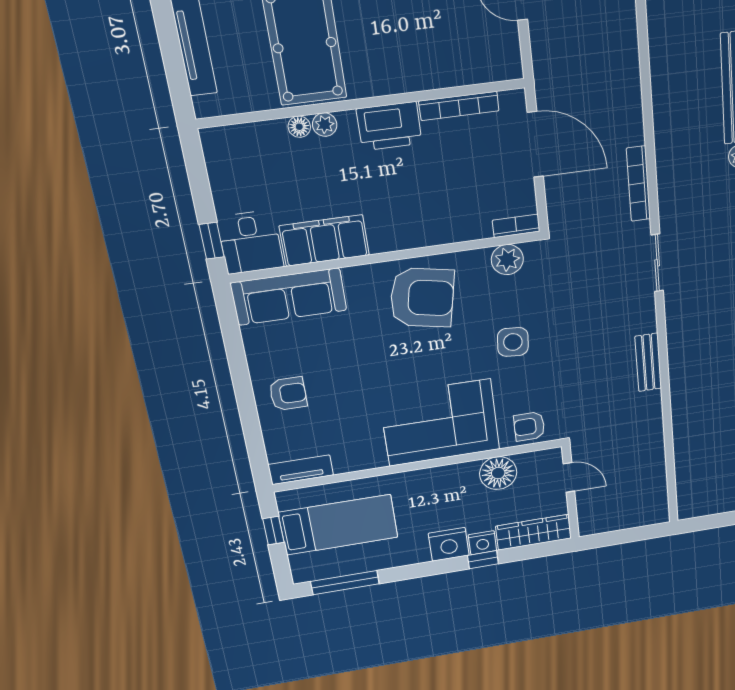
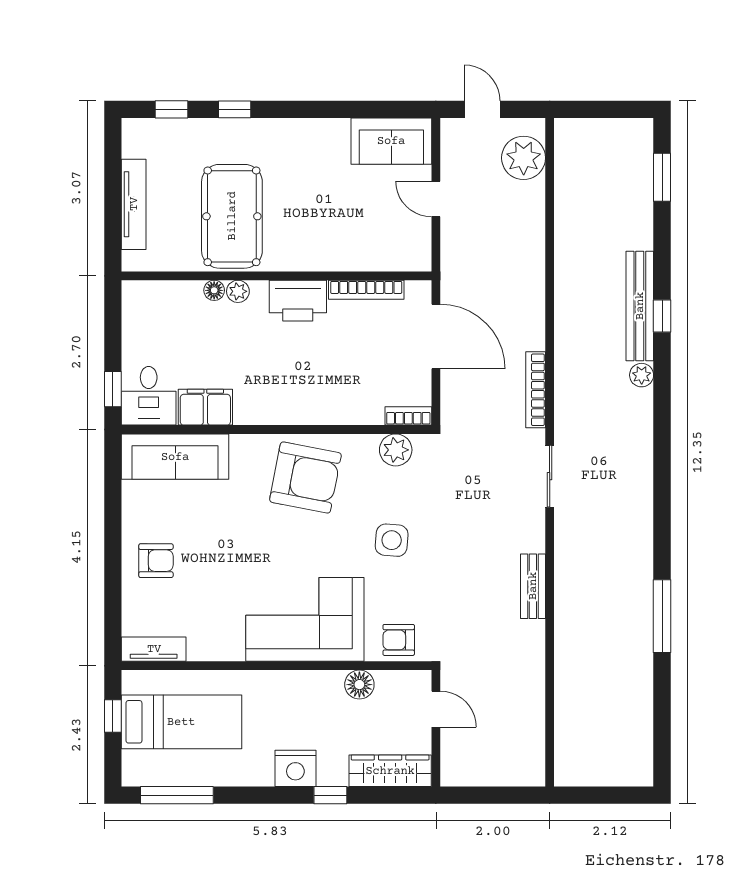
filing cabinet: (324, 240) -> (205, 407), width x0.67, depth x0.86
floor lamp: (498, 473) -> (359, 685), width x0.73, depth x0.73
nightstand: (482, 543) -> (332, 773), removed

